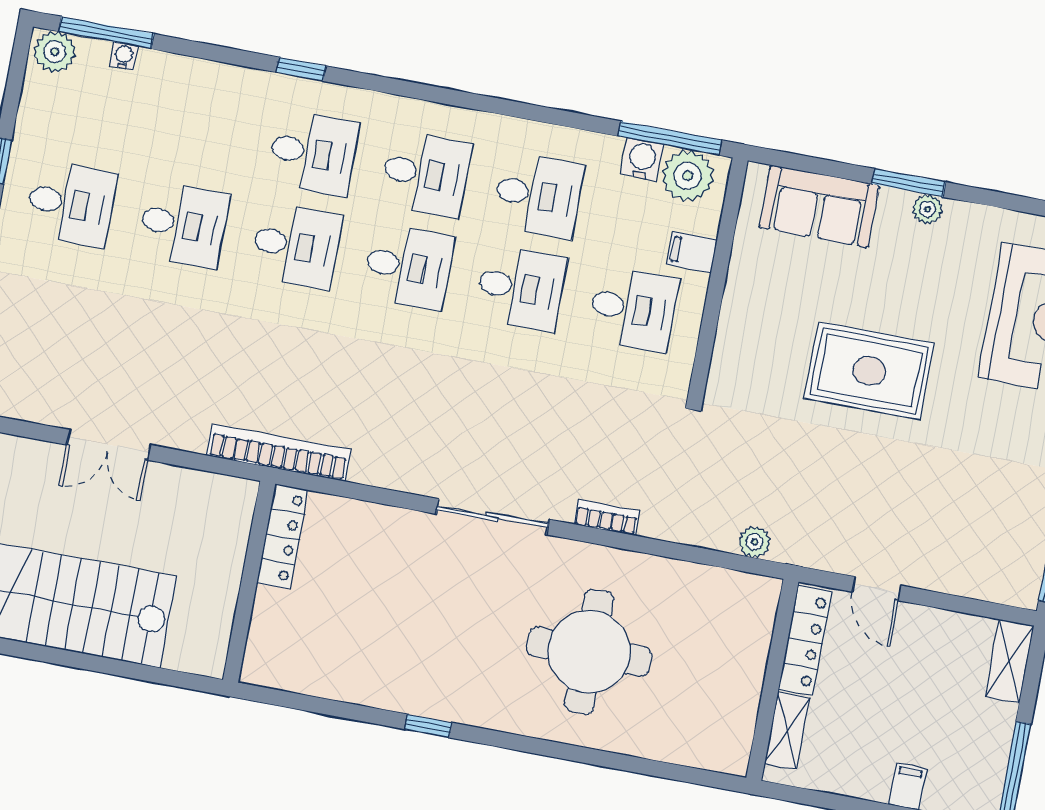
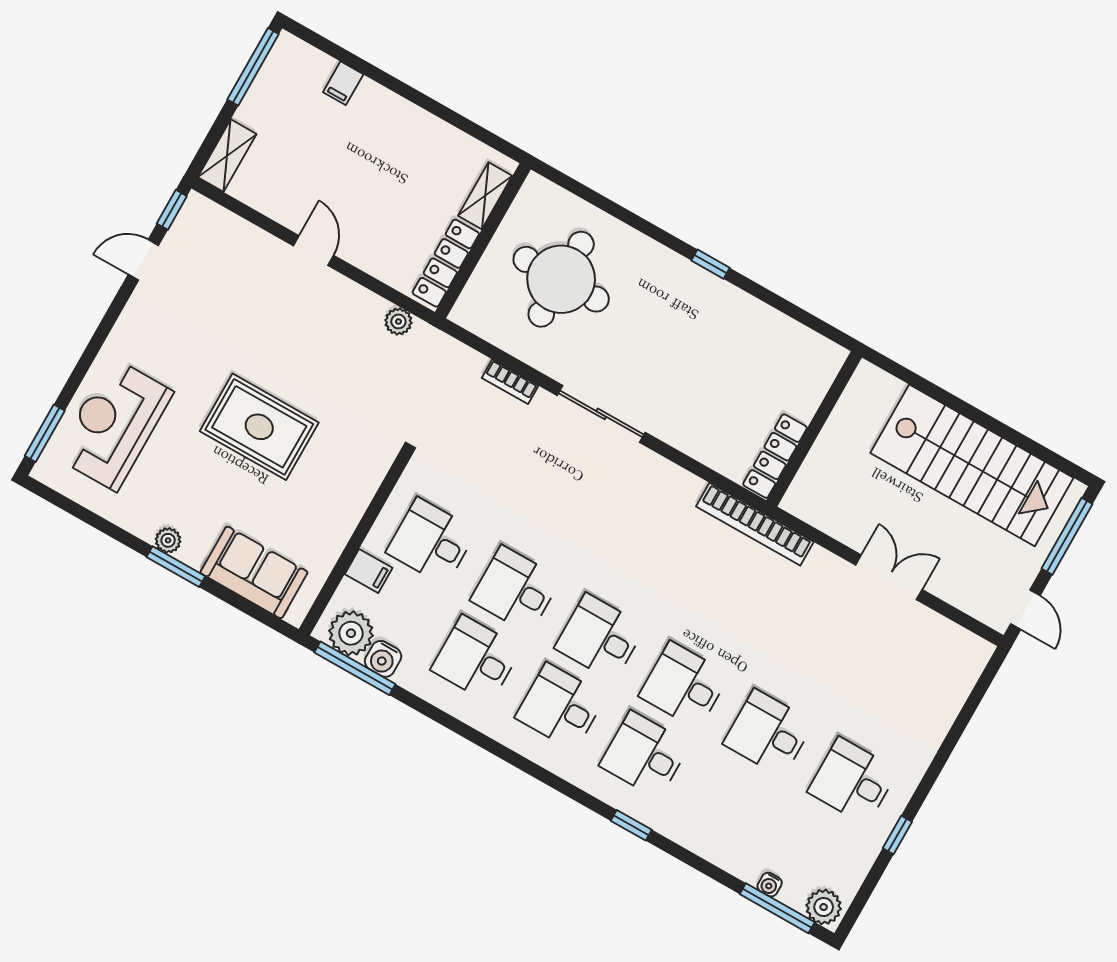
locker: (805, 640) -> (446, 263), moved
wall: (772, 680) -> (483, 241), moved
shelving: (787, 731) -> (485, 196), moved

